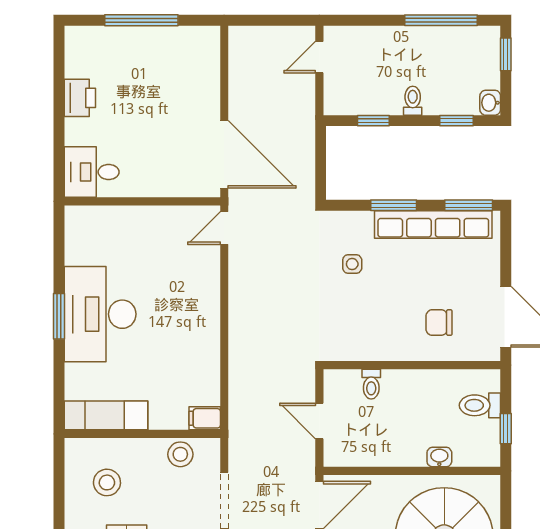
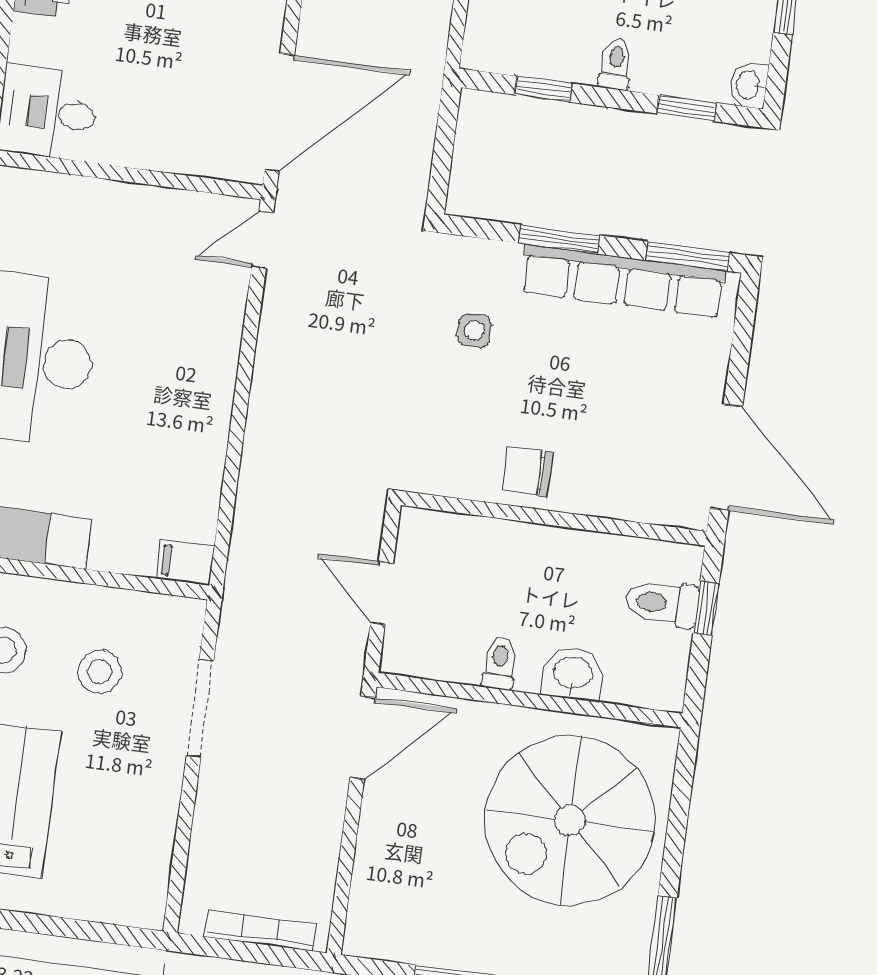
door: (224, 154) -> (279, 113), hinge flipped
chair: (439, 323) -> (528, 471), moved
toilet: (371, 384) -> (500, 663), moved, turned 180
window: (506, 429) -> (706, 609), moved
stool: (180, 454) -> (100, 672), moved
washbasin: (439, 457) -> (573, 674), width x1.38, depth x1.45

